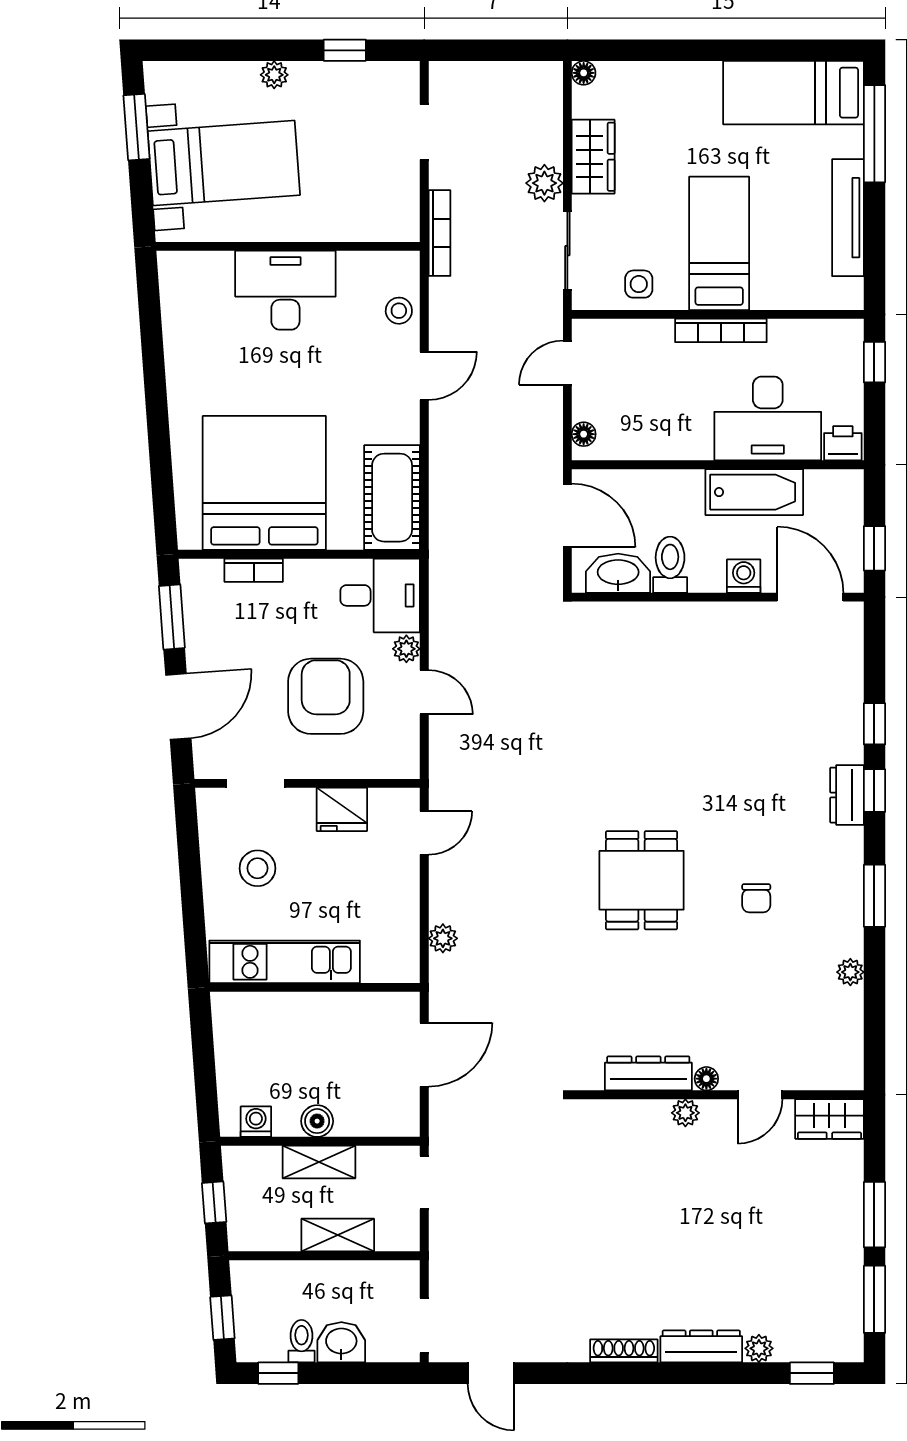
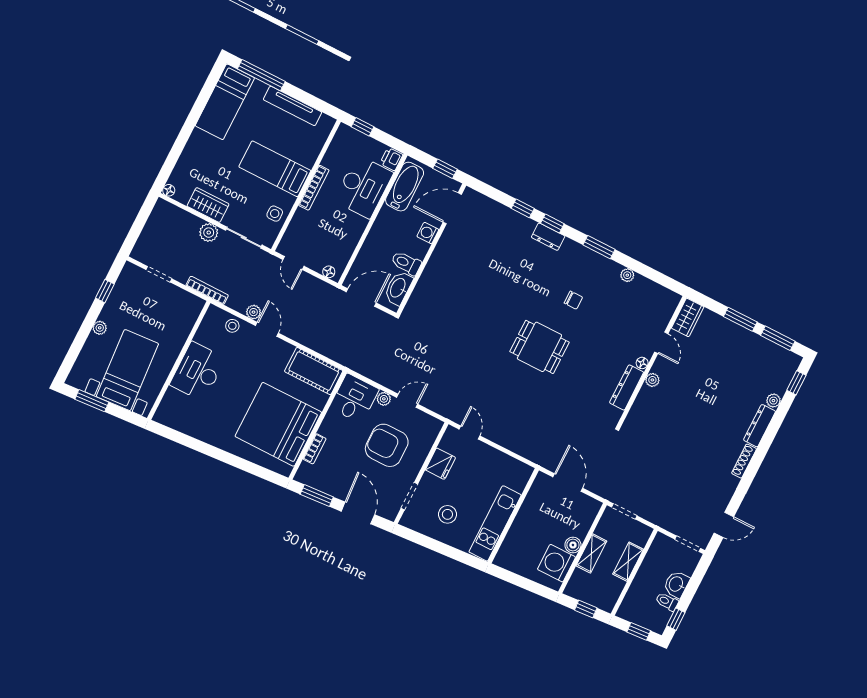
bathtub: (754, 492) -> (405, 187), moved
plant: (443, 938) -> (254, 312), moved
washing machine: (256, 1122) -> (556, 563), width x1.89, depth x1.89

